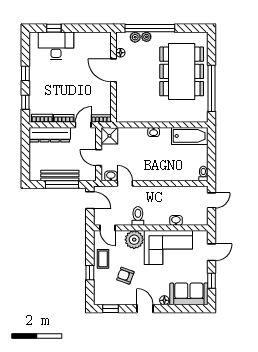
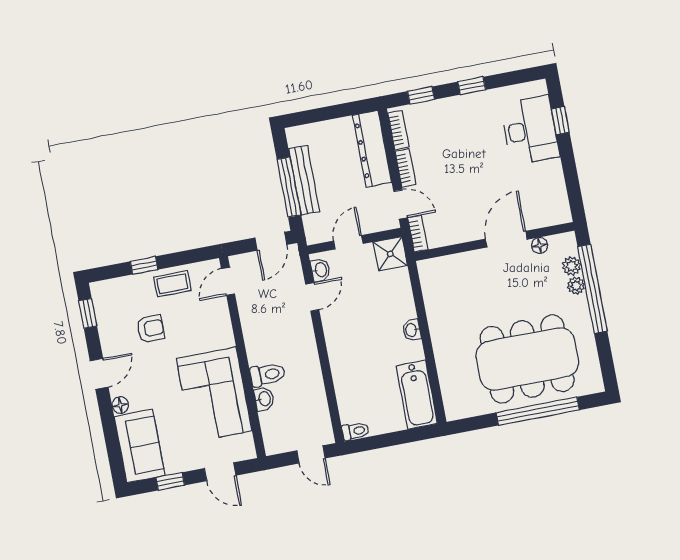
window: (212, 88) -> (538, 411), moved
toilet: (138, 216) -> (268, 375), moved
plant: (134, 240) -> (217, 332), removed
armchair: (125, 276) -> (150, 329), turned 70

